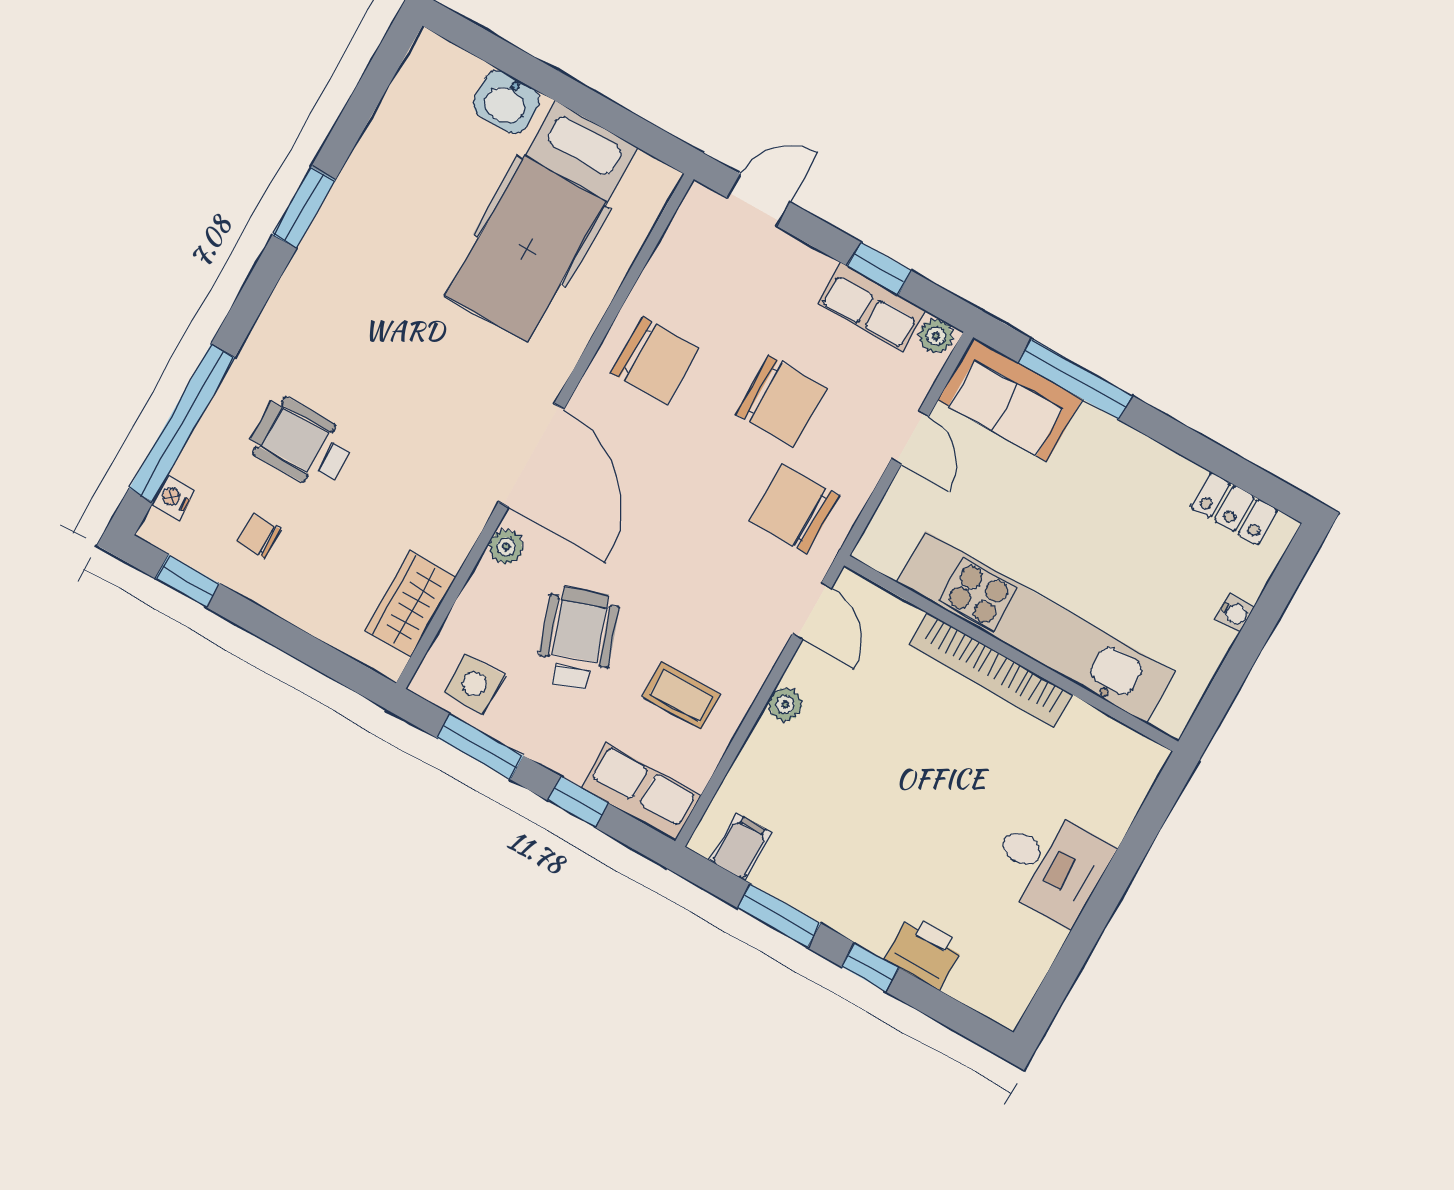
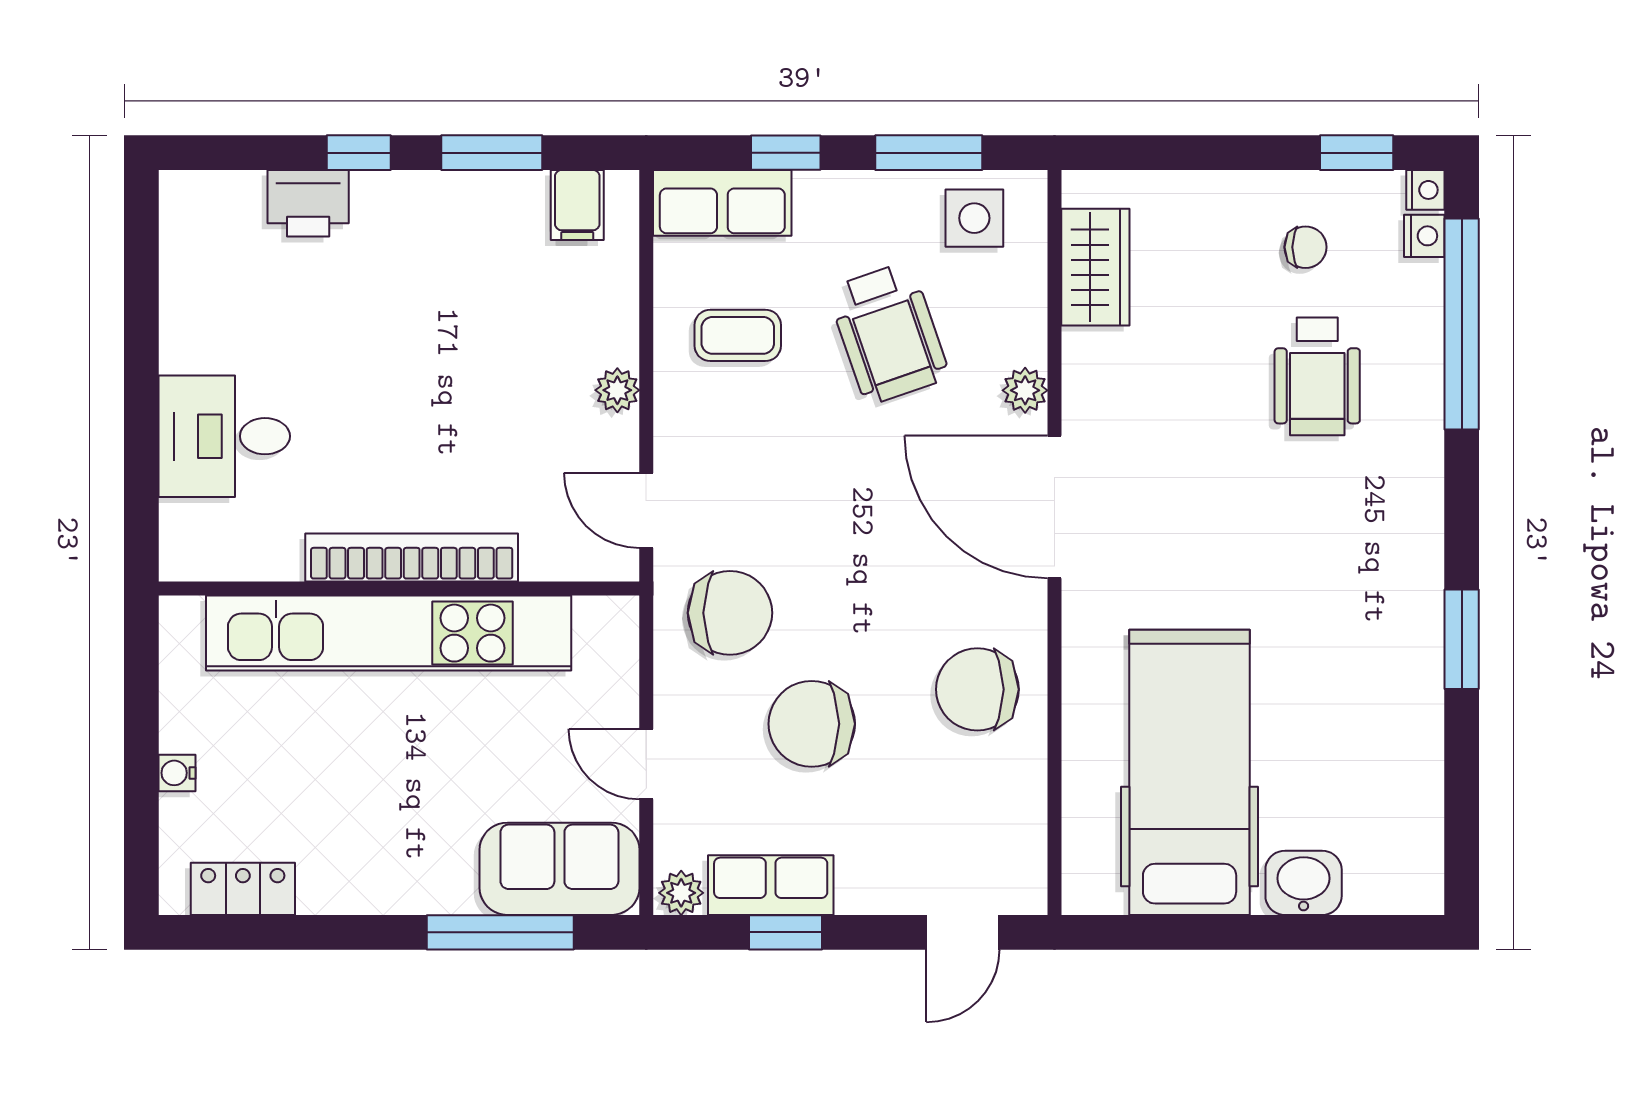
wheelchair: (301, 443) -> (1317, 376), turned 90
nightstand: (155, 529) -> (1425, 190), added
desk: (1050, 864) -> (224, 436), moved

